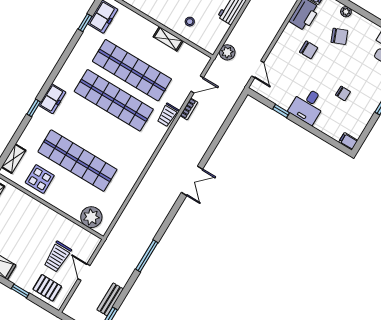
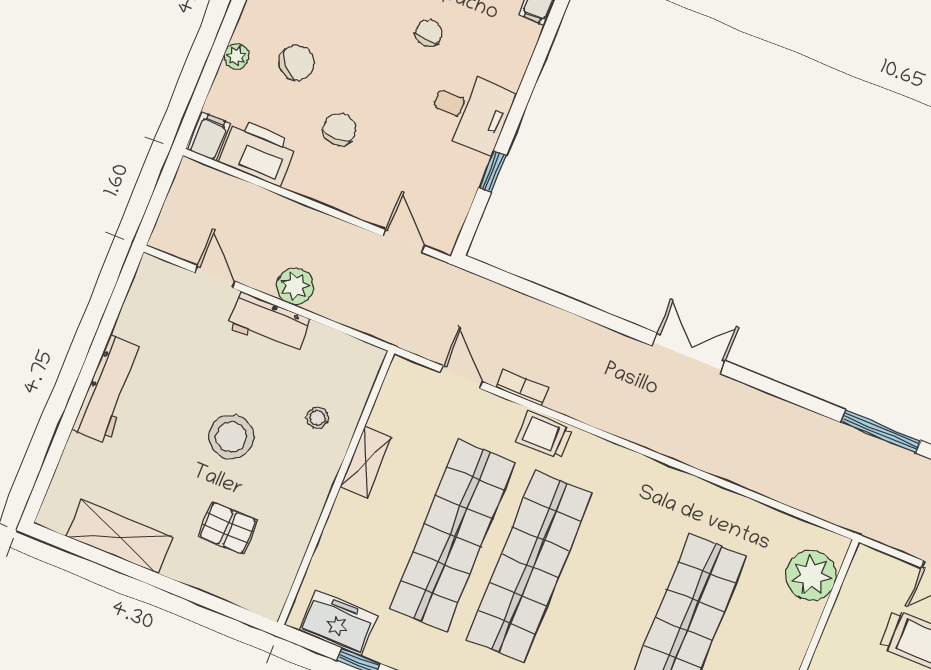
chair: (339, 36) -> (297, 62), turned 72
plant: (227, 52) -> (295, 286), moved
door: (258, 69) -> (404, 241), hinge flipped
trolley: (168, 115) -> (544, 435), turned 180

